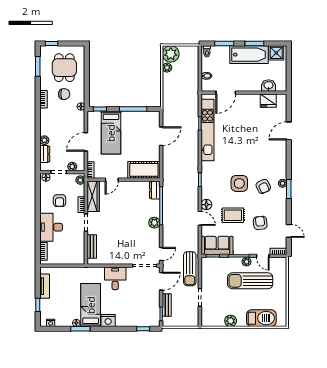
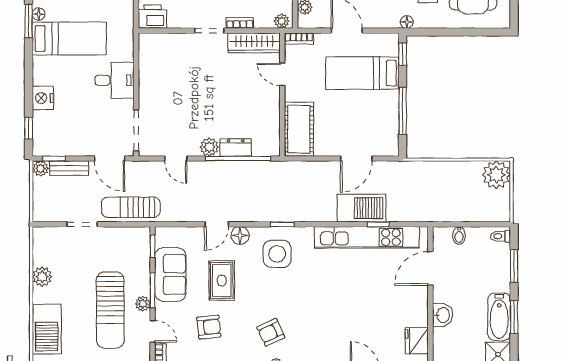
bathtub: (249, 55) -> (499, 317), width x0.73, depth x0.73
plant: (167, 68) -> (41, 168), moved
washbasin: (269, 86) -> (442, 315), moved
door: (226, 93) -> (430, 268), hinge flipped
barbecue: (190, 133) -> (361, 208), added
door: (161, 136) -> (356, 159), hinge flipped
side table: (239, 183) -> (277, 254), moved
dresser: (155, 190) -> (236, 148), moved
sofa: (217, 245) -> (170, 275), moved
bench: (92, 246) -> (169, 41), removed
door: (161, 254) -> (176, 159), moved
printer: (78, 256) -> (153, 17), added
door: (263, 256) -> (153, 331), swing flipped
sun lounger: (250, 281) -> (110, 310), turned 180
nightstand: (108, 320) -> (43, 98), moved

